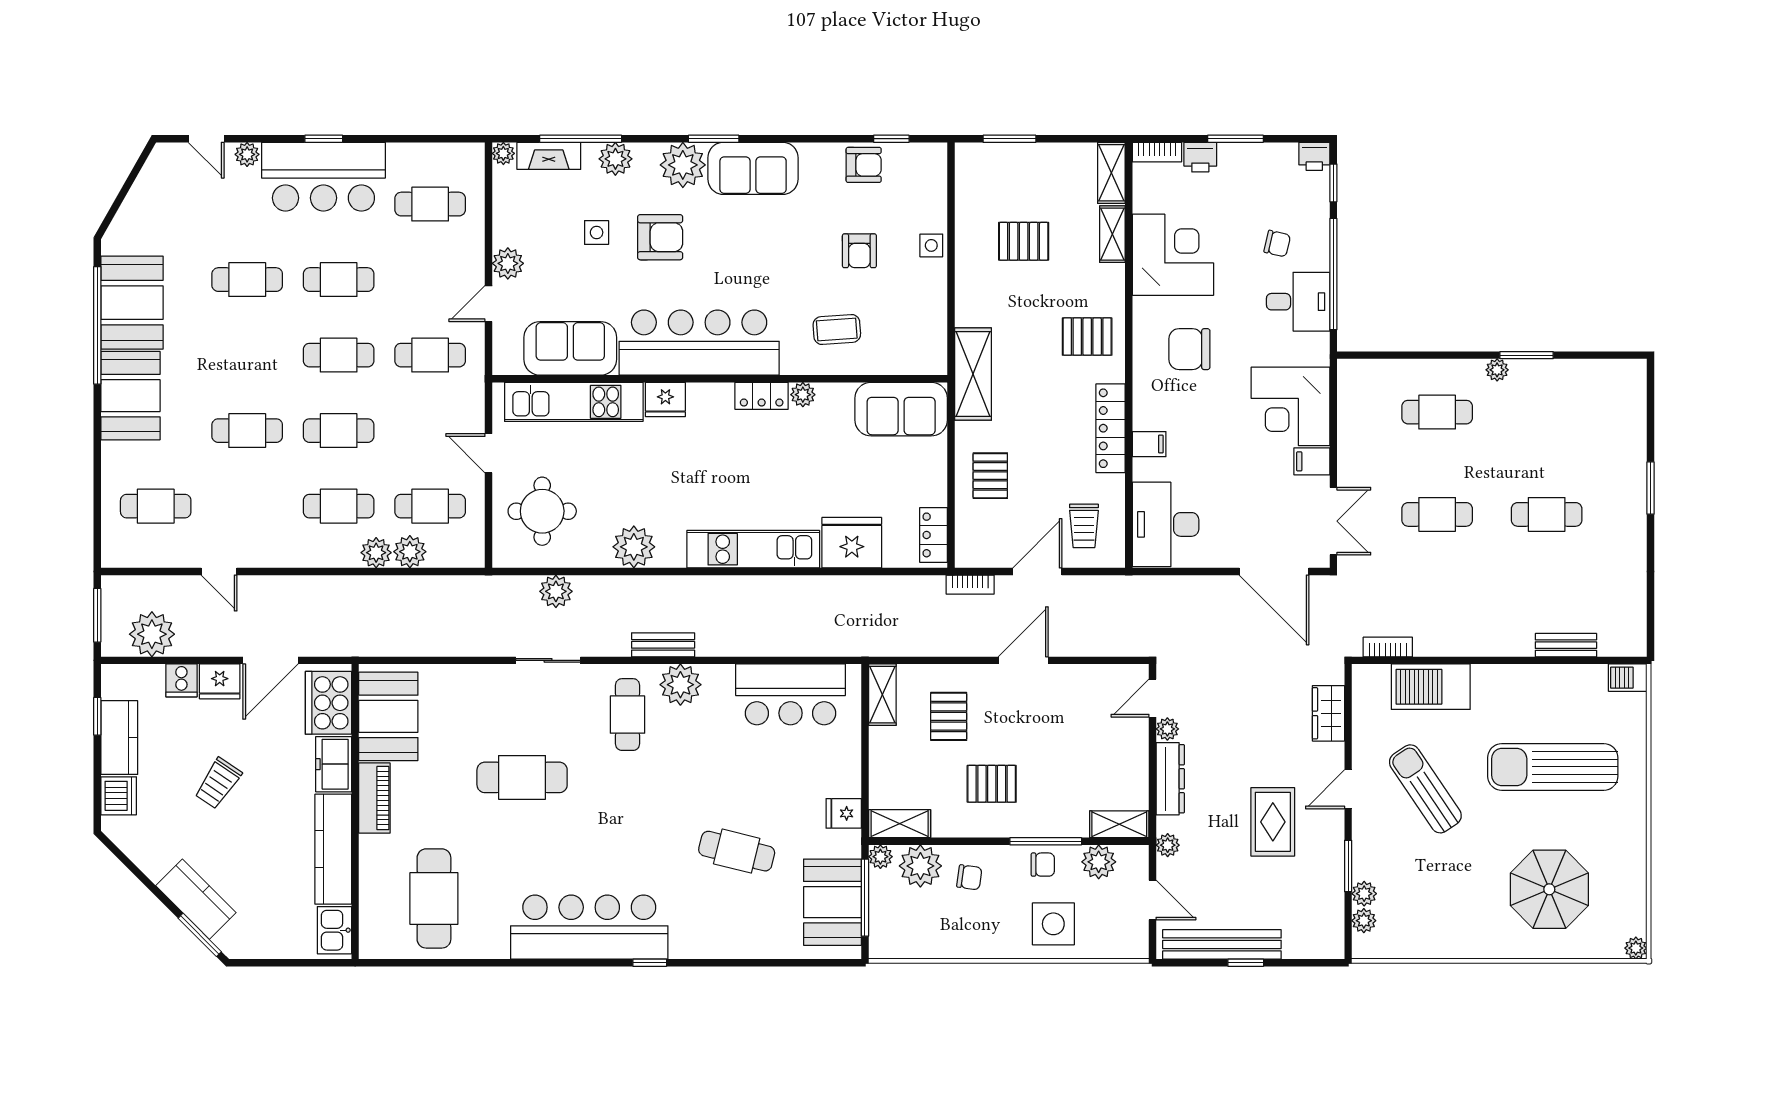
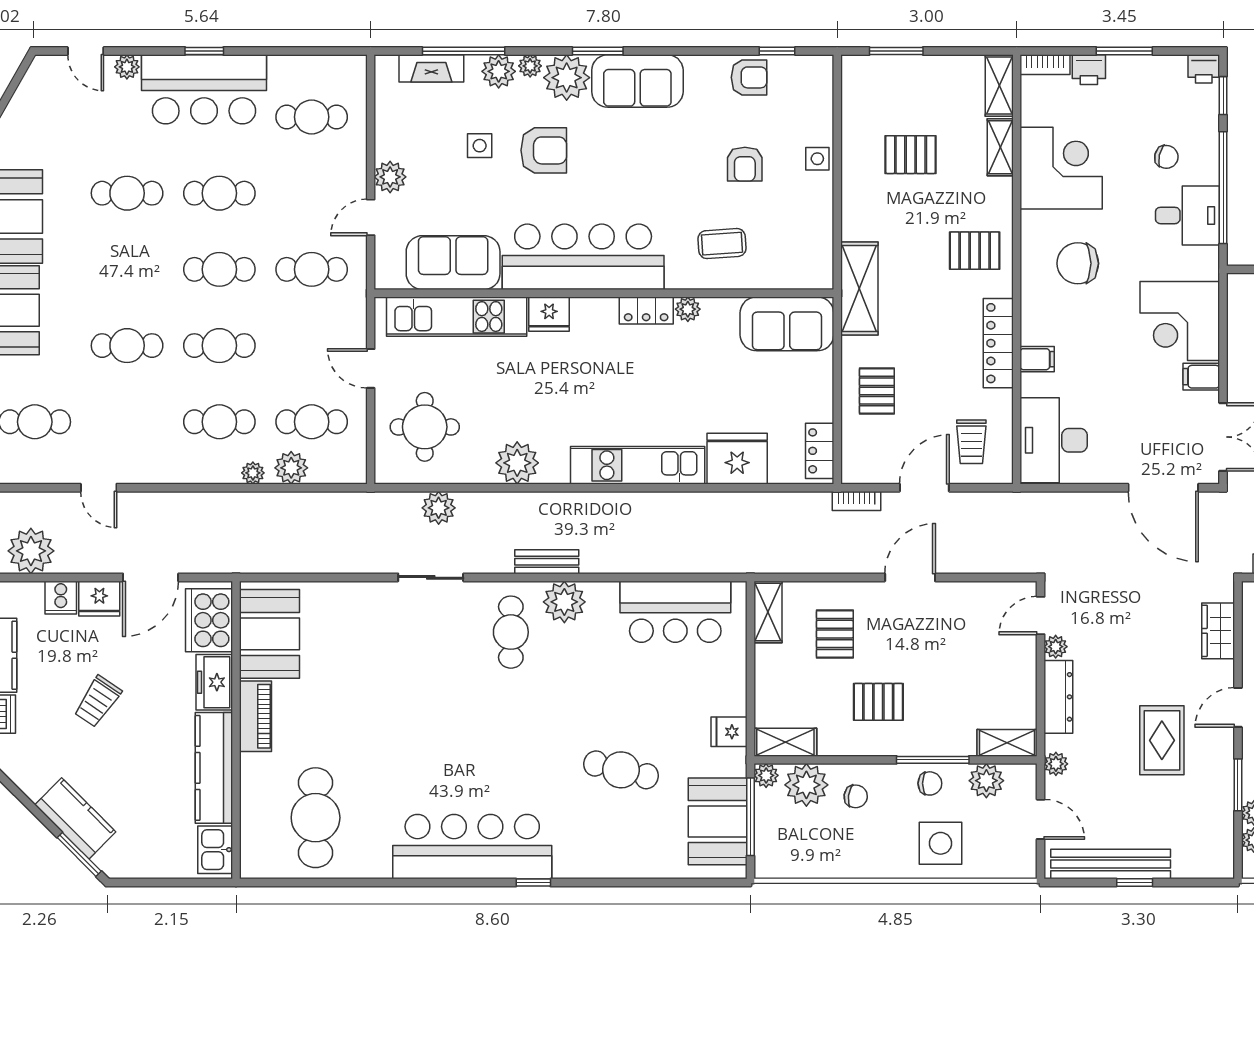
plant: (503, 153) -> (530, 66), moved
plant: (376, 553) -> (253, 473), width x0.73, depth x0.73
cafe table: (522, 777) -> (404, 696), removed

